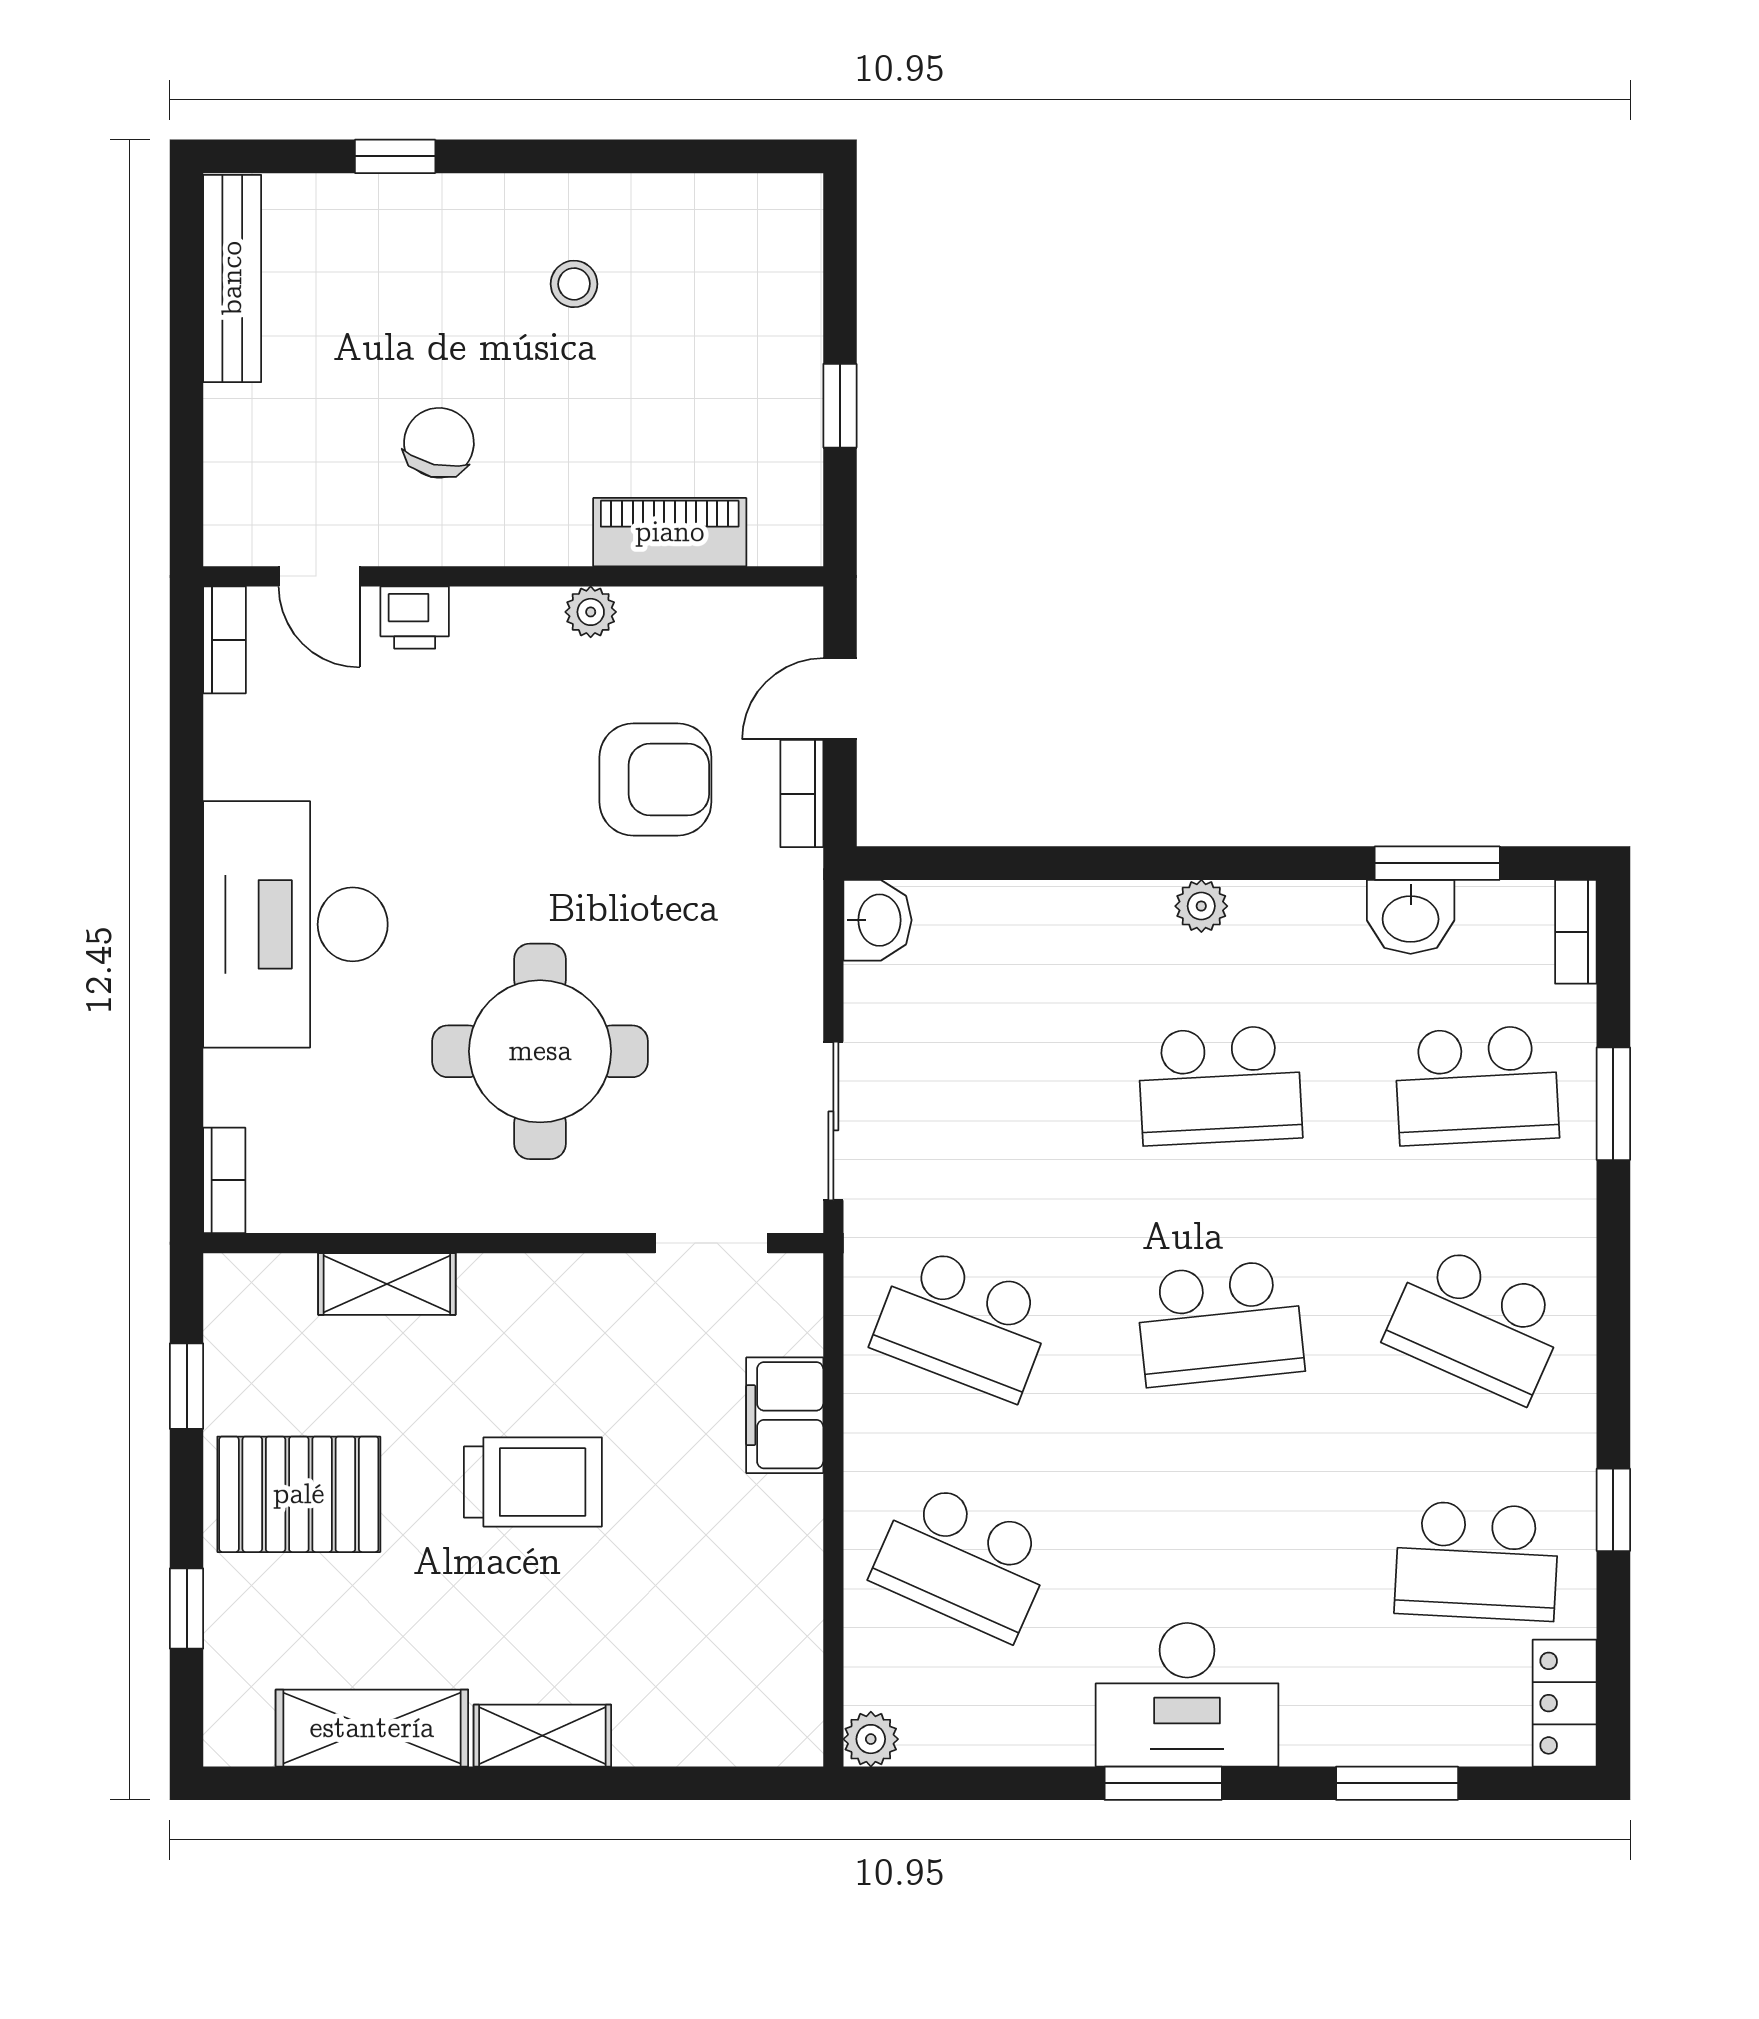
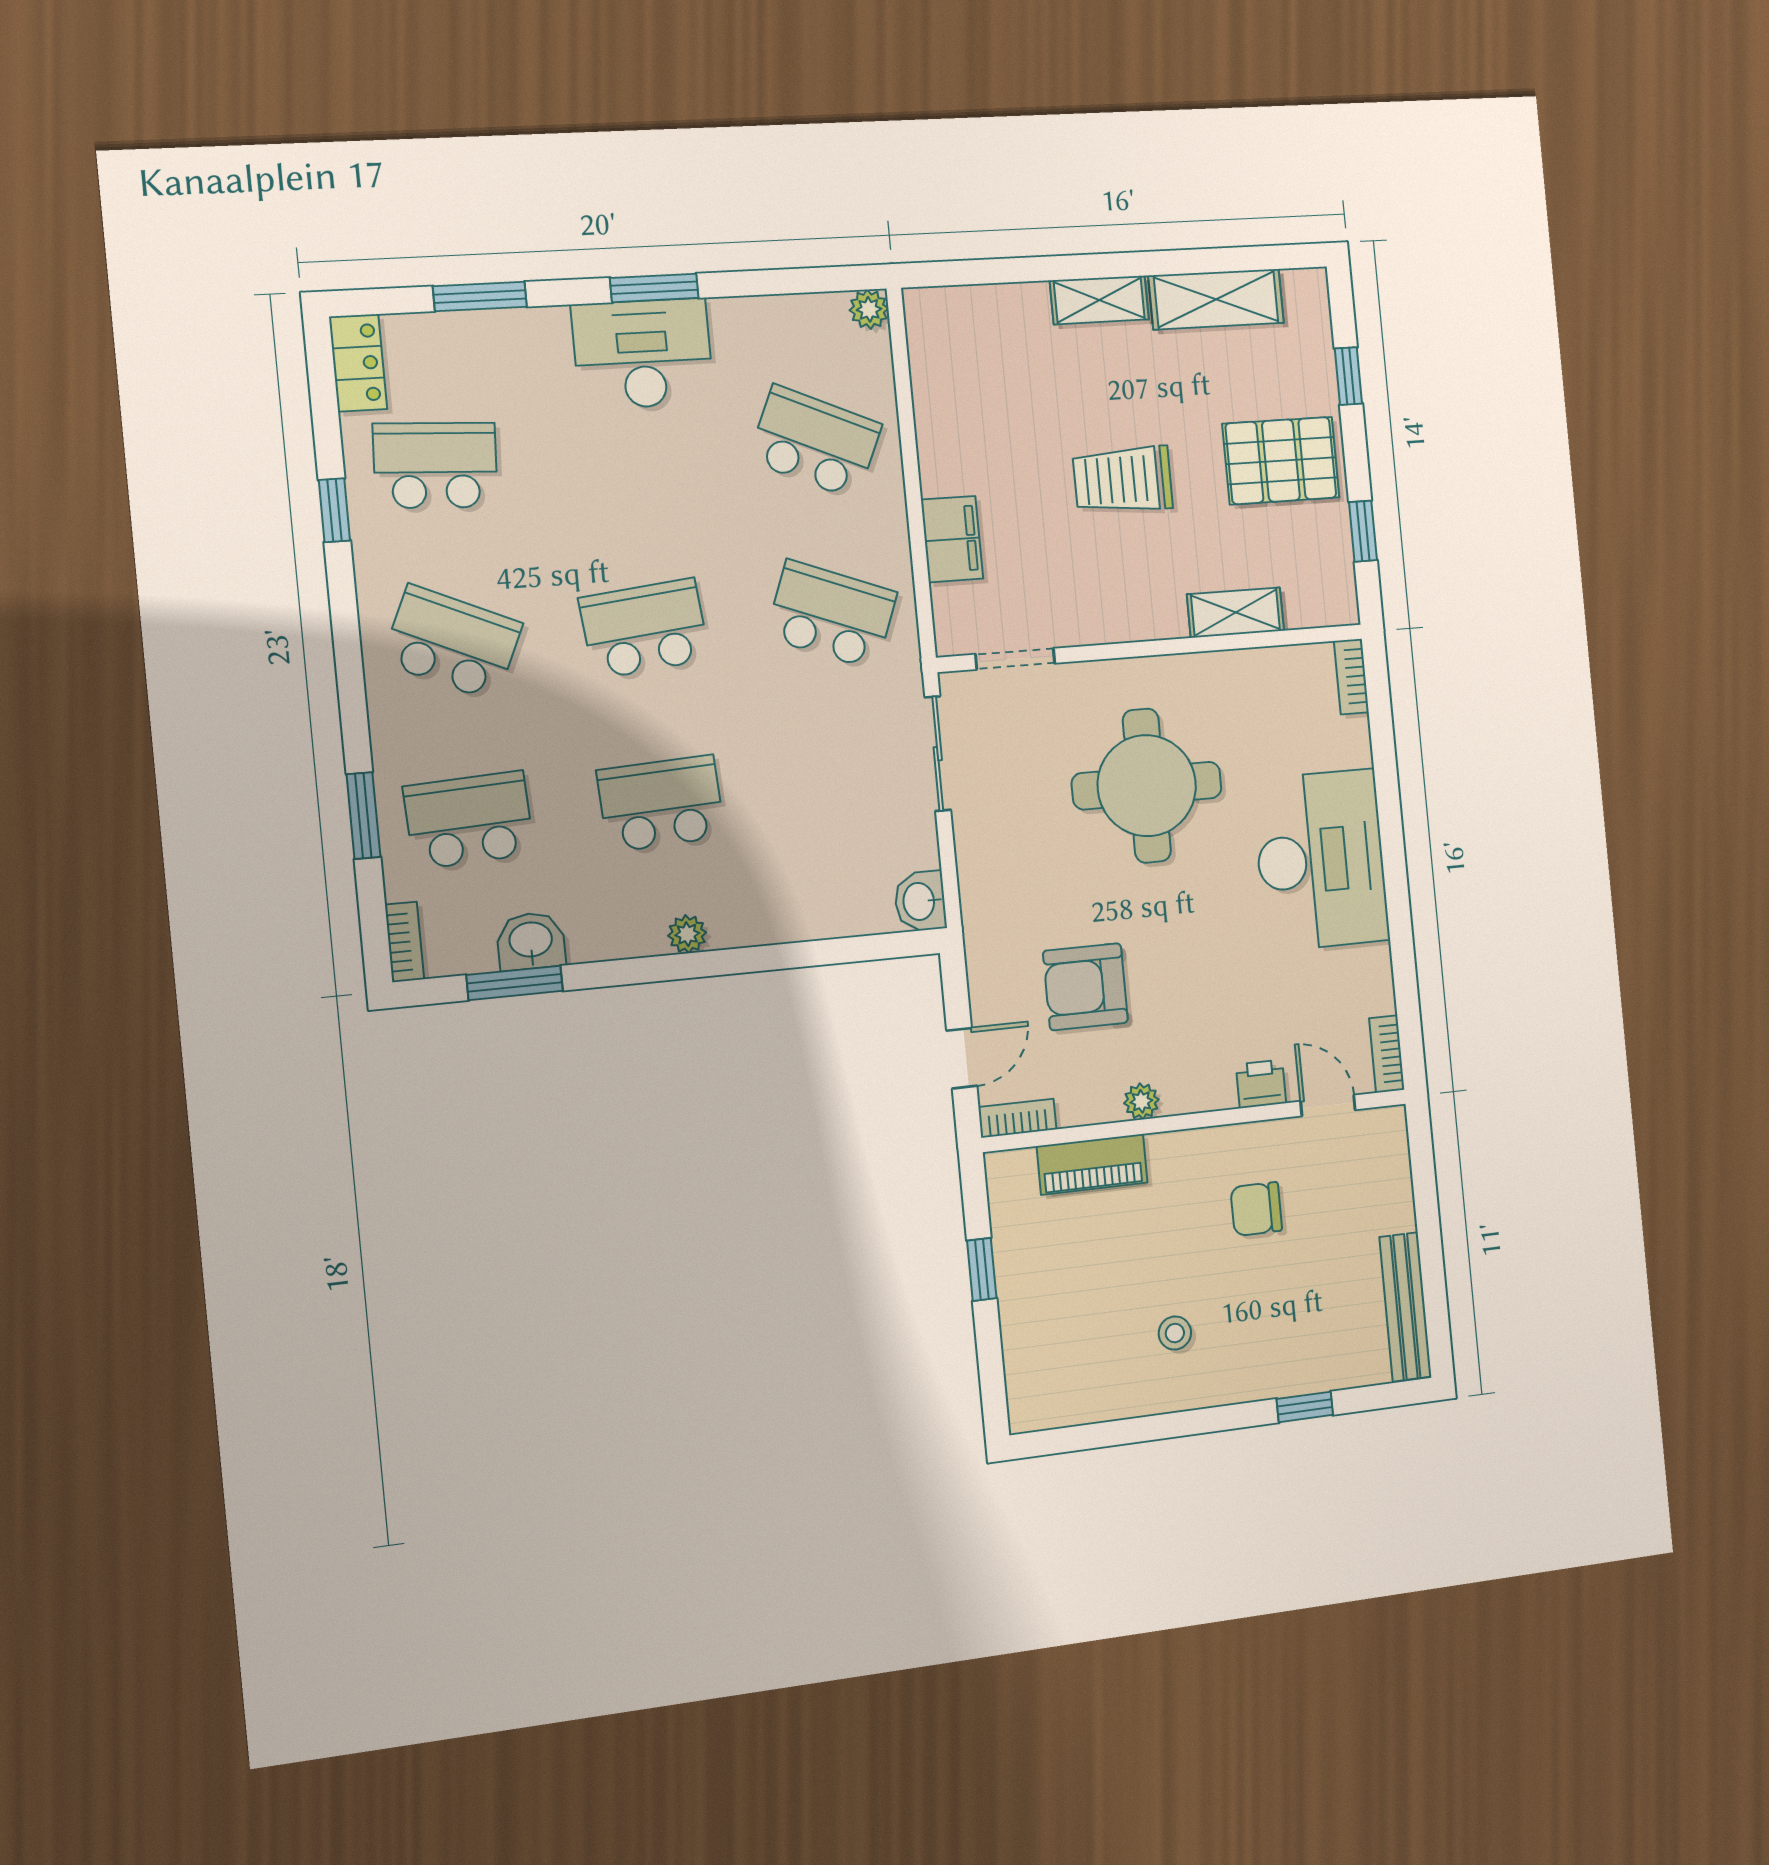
chair: (439, 443) -> (1256, 1209), turned 77
bookcase: (802, 794) -> (1017, 1118), moved, turned -90

